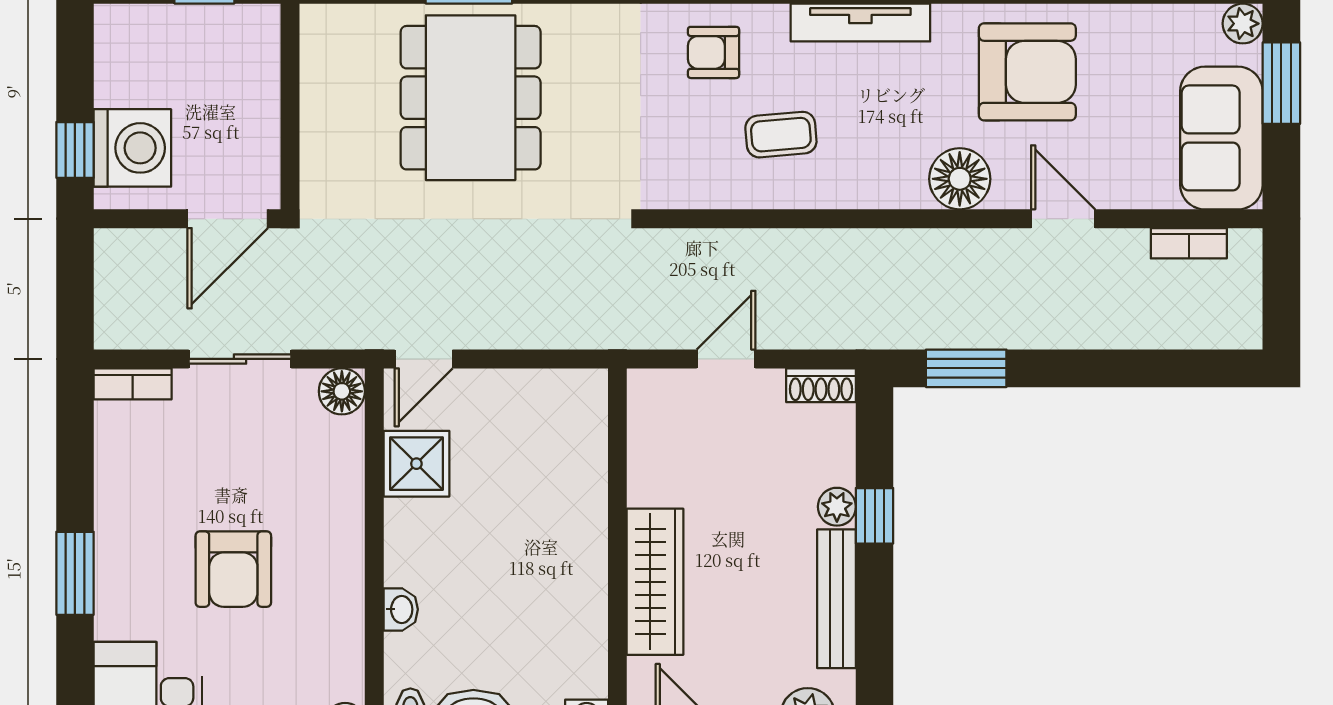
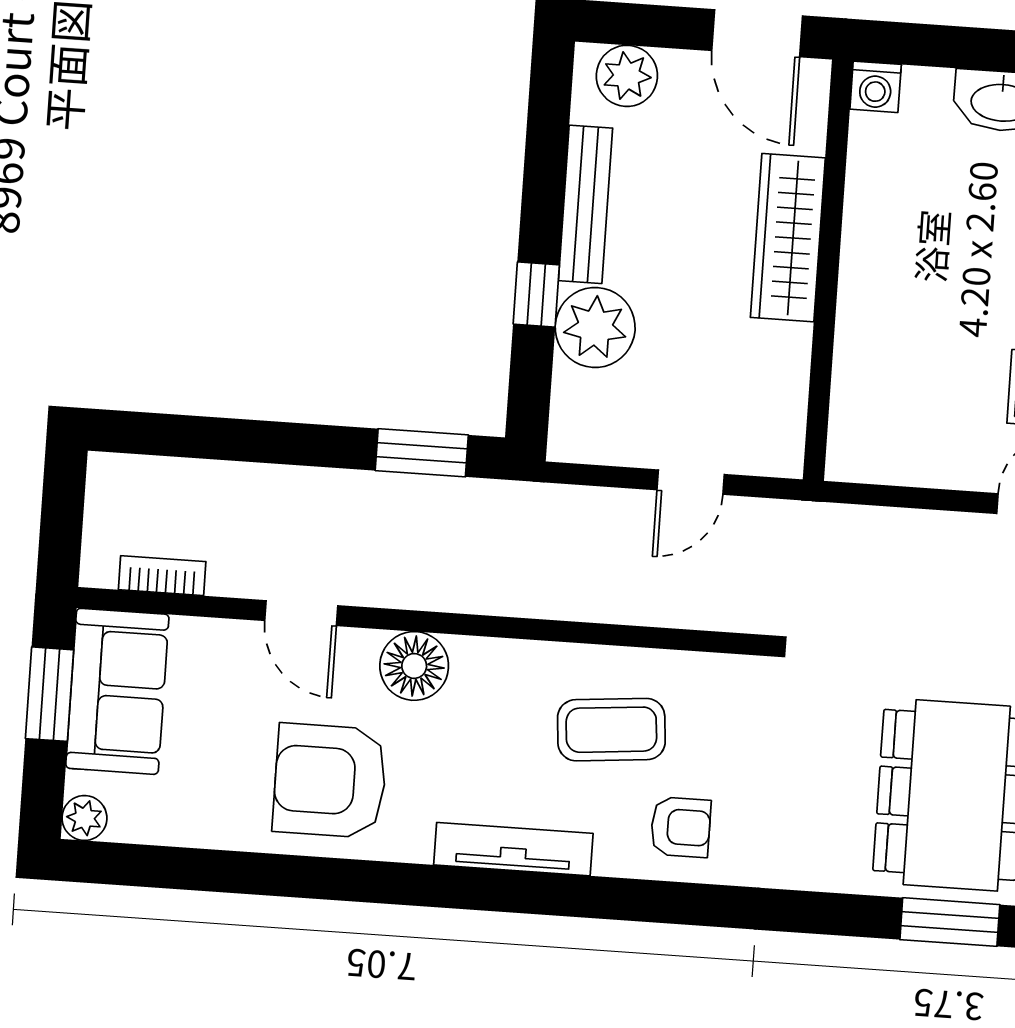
window: (1281, 83) -> (50, 694), moved
coffee table: (781, 135) -> (611, 730), width x1.36, depth x1.30
shoe rack: (821, 385) -> (586, 445), removed
plant: (837, 507) -> (595, 328), width x1.88, depth x1.88

